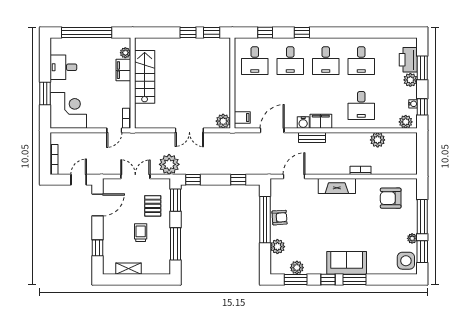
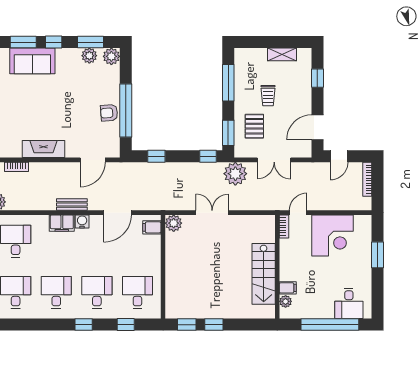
desk: (63, 67) -> (349, 303), moved, turned 90
filing cabinet: (123, 70) -> (288, 288), width x0.50
corner desk: (68, 110) -> (333, 235), moved, turned -90
plant: (277, 247) -> (111, 56), moved

